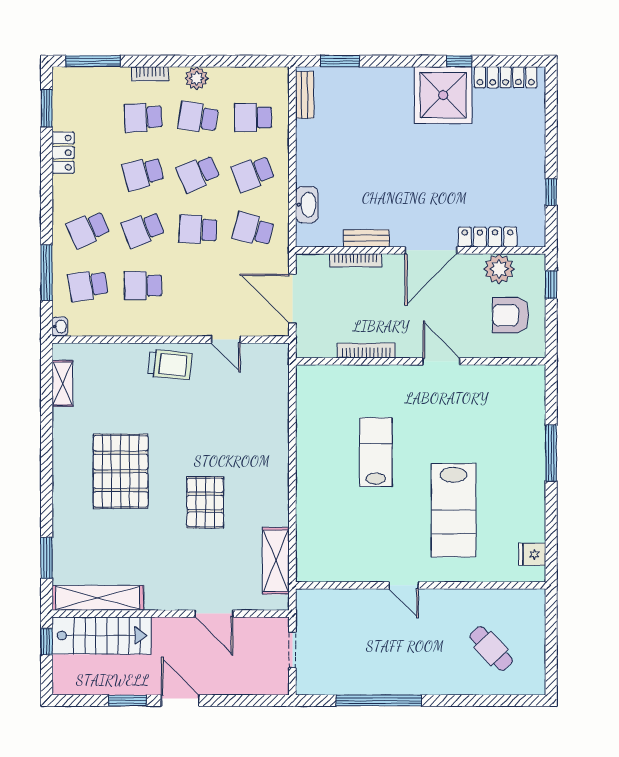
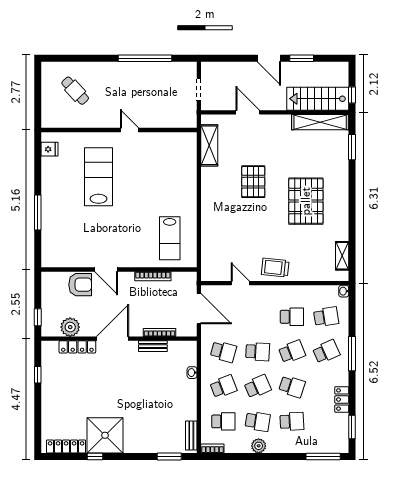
bookcase: (150, 74) -> (212, 448), moved
school desk: (143, 173) -> (292, 387), turned 33
washbasin: (307, 205) -> (192, 373), width x0.52, depth x0.69
window: (47, 273) -> (352, 354), moved
armchair: (511, 315) -> (80, 285), moved
lab bench: (376, 452) -> (170, 238), moved

